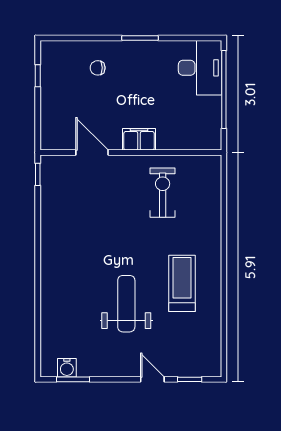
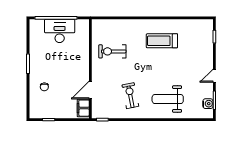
desk: (200, 68) -> (60, 31), moved
filing cabinet: (139, 139) -> (83, 108), moved
exercise bike: (82, 226) -> (130, 96), added
weight bench: (126, 304) -> (168, 99), moved
door: (152, 379) -> (214, 76), moved

